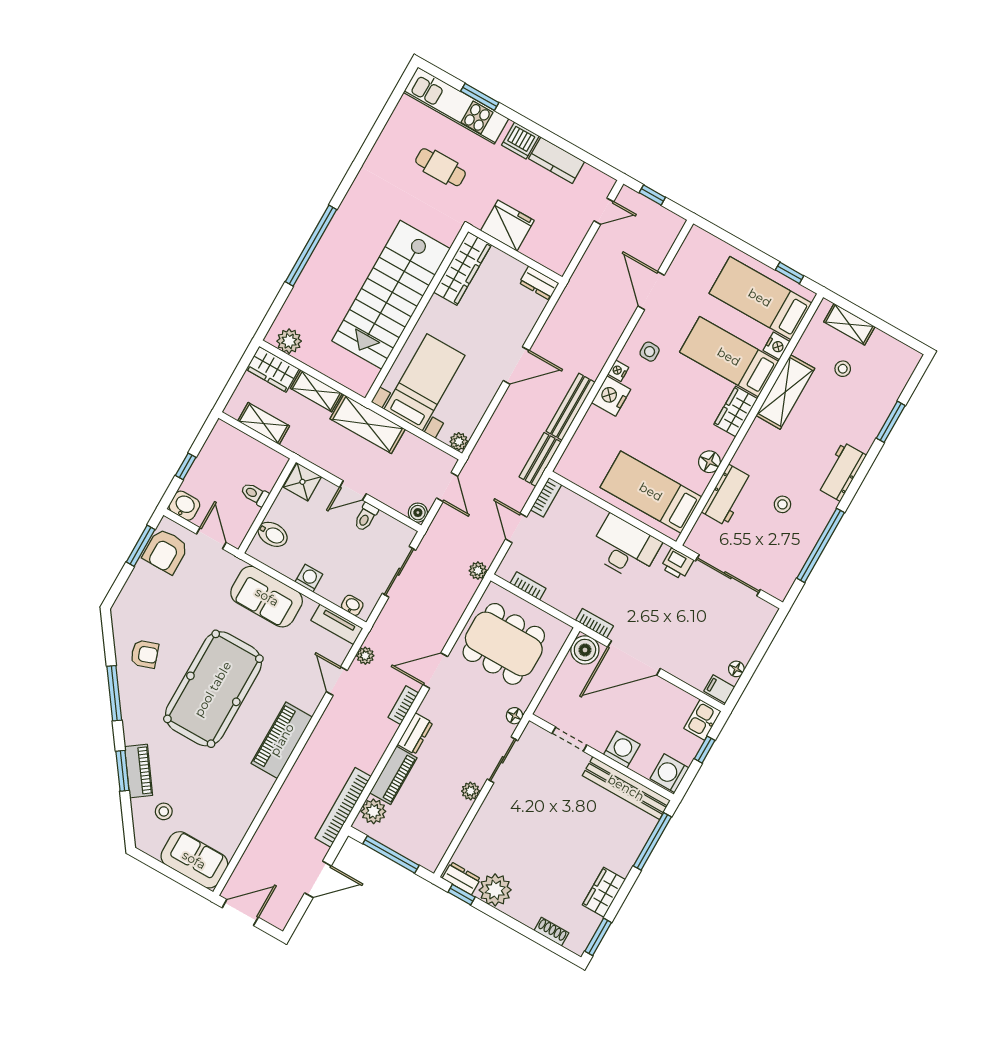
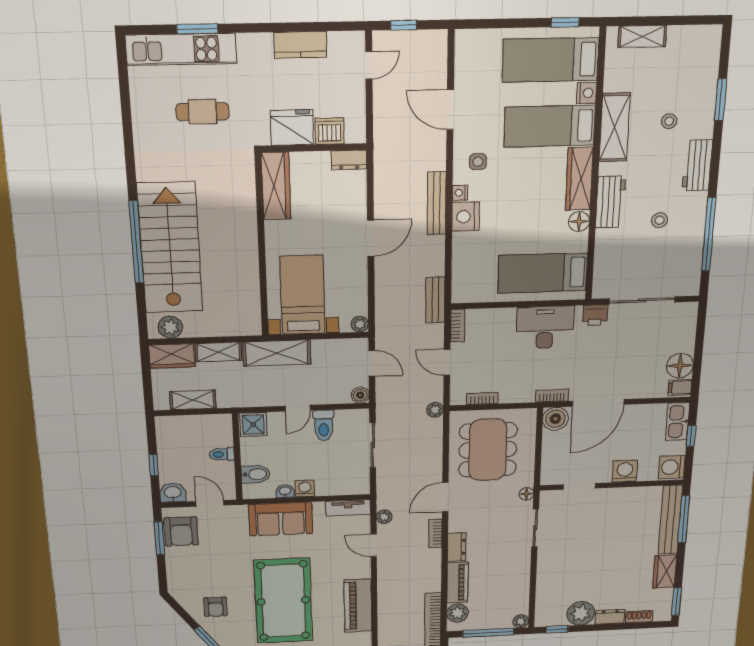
dishwasher: (520, 140) -> (329, 131), moved, turned 180
stairs: (391, 295) -> (170, 248), moved, turned 180
stool: (843, 369) -> (669, 121), moved
bench: (570, 407) -> (437, 203), moved
wardrobe: (736, 411) -> (579, 179), width x1.50
workbench: (727, 495) -> (610, 202), moved
toilet: (366, 517) -> (324, 426), width x1.37, depth x1.39
washbasin: (352, 605) -> (285, 491), moved
dining table: (504, 644) -> (488, 450), turned 90
armchair: (145, 654) -> (215, 607), turned 109
floor lamp: (736, 669) -> (680, 366), width x1.89, depth x1.89
kitchen sink: (702, 720) -> (678, 421), width x1.38
bench: (626, 788) -> (670, 520), moved, turned 90
plant: (470, 791) -> (521, 621), moved
dresser: (461, 878) -> (610, 617), moved

